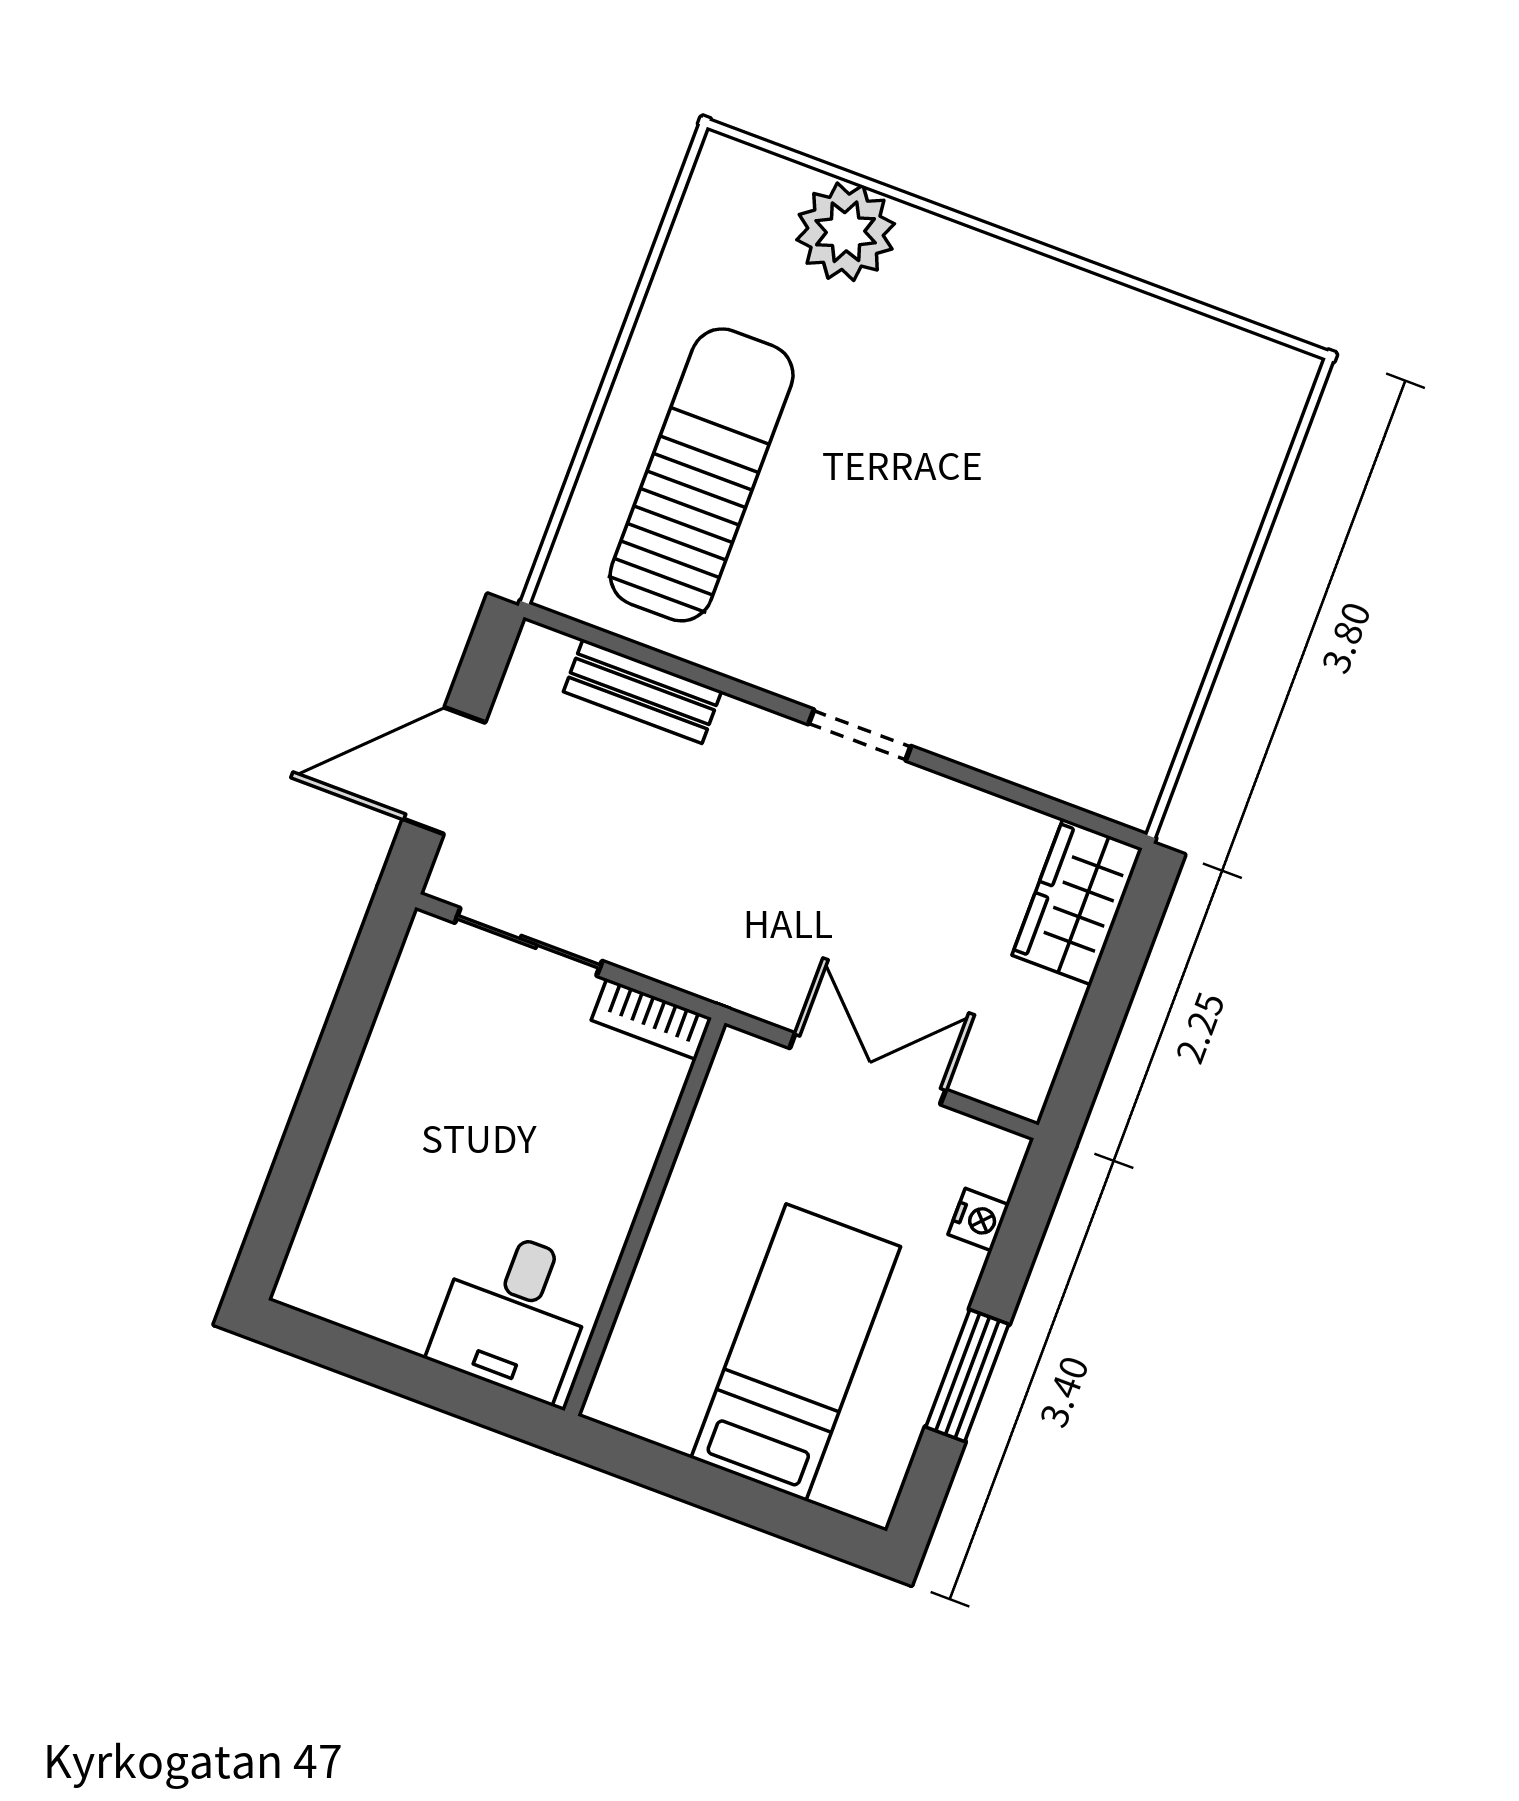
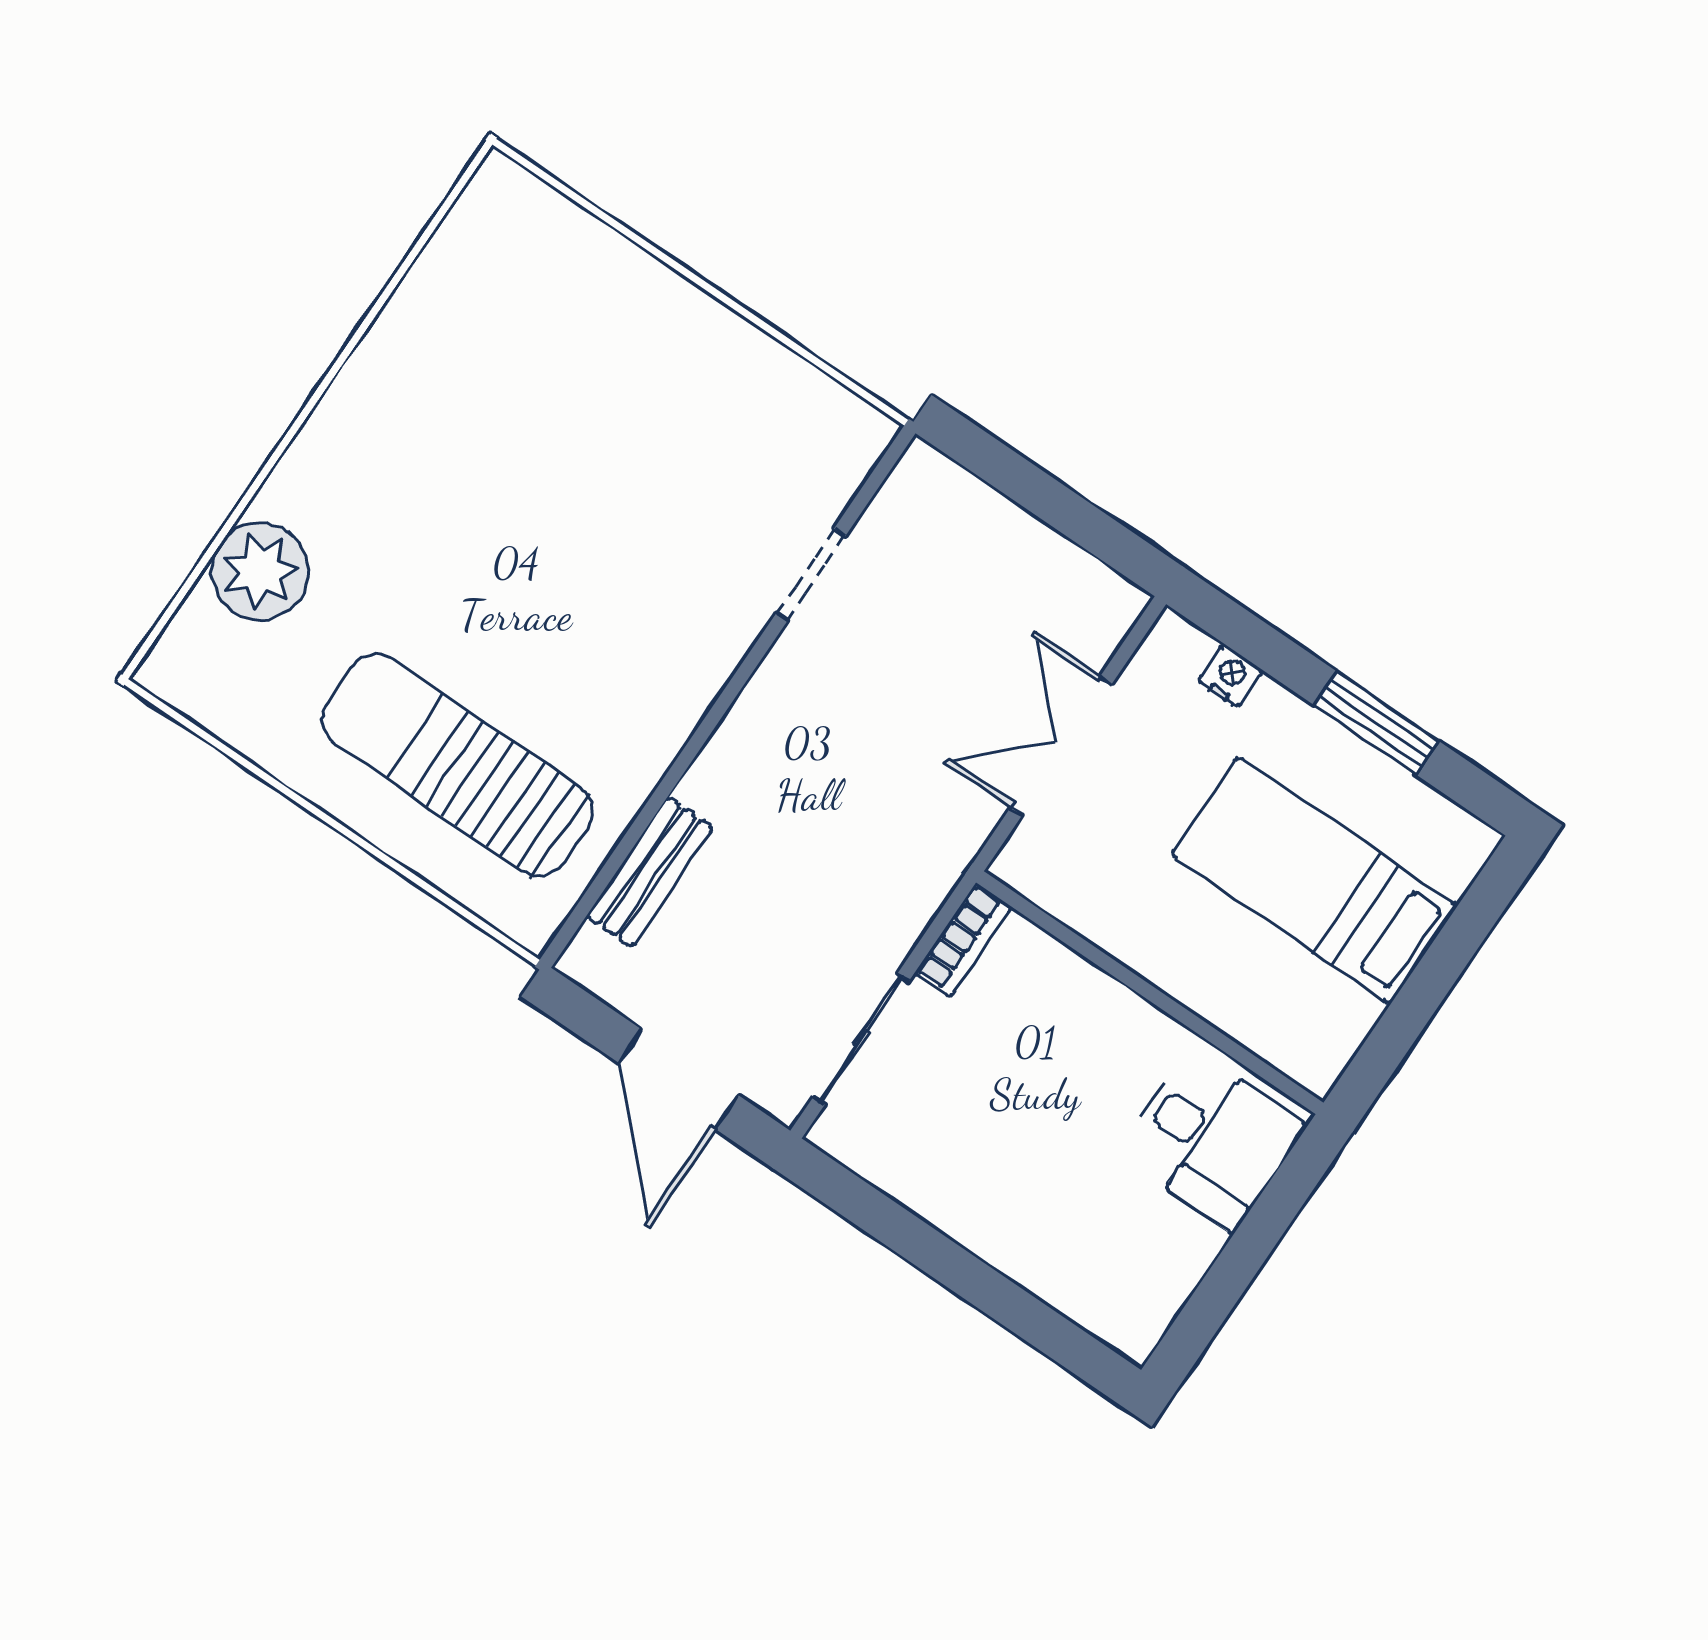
doorway: (860, 735) -> (811, 575), moved
wardrobe: (1077, 902) -> (951, 508), removed

